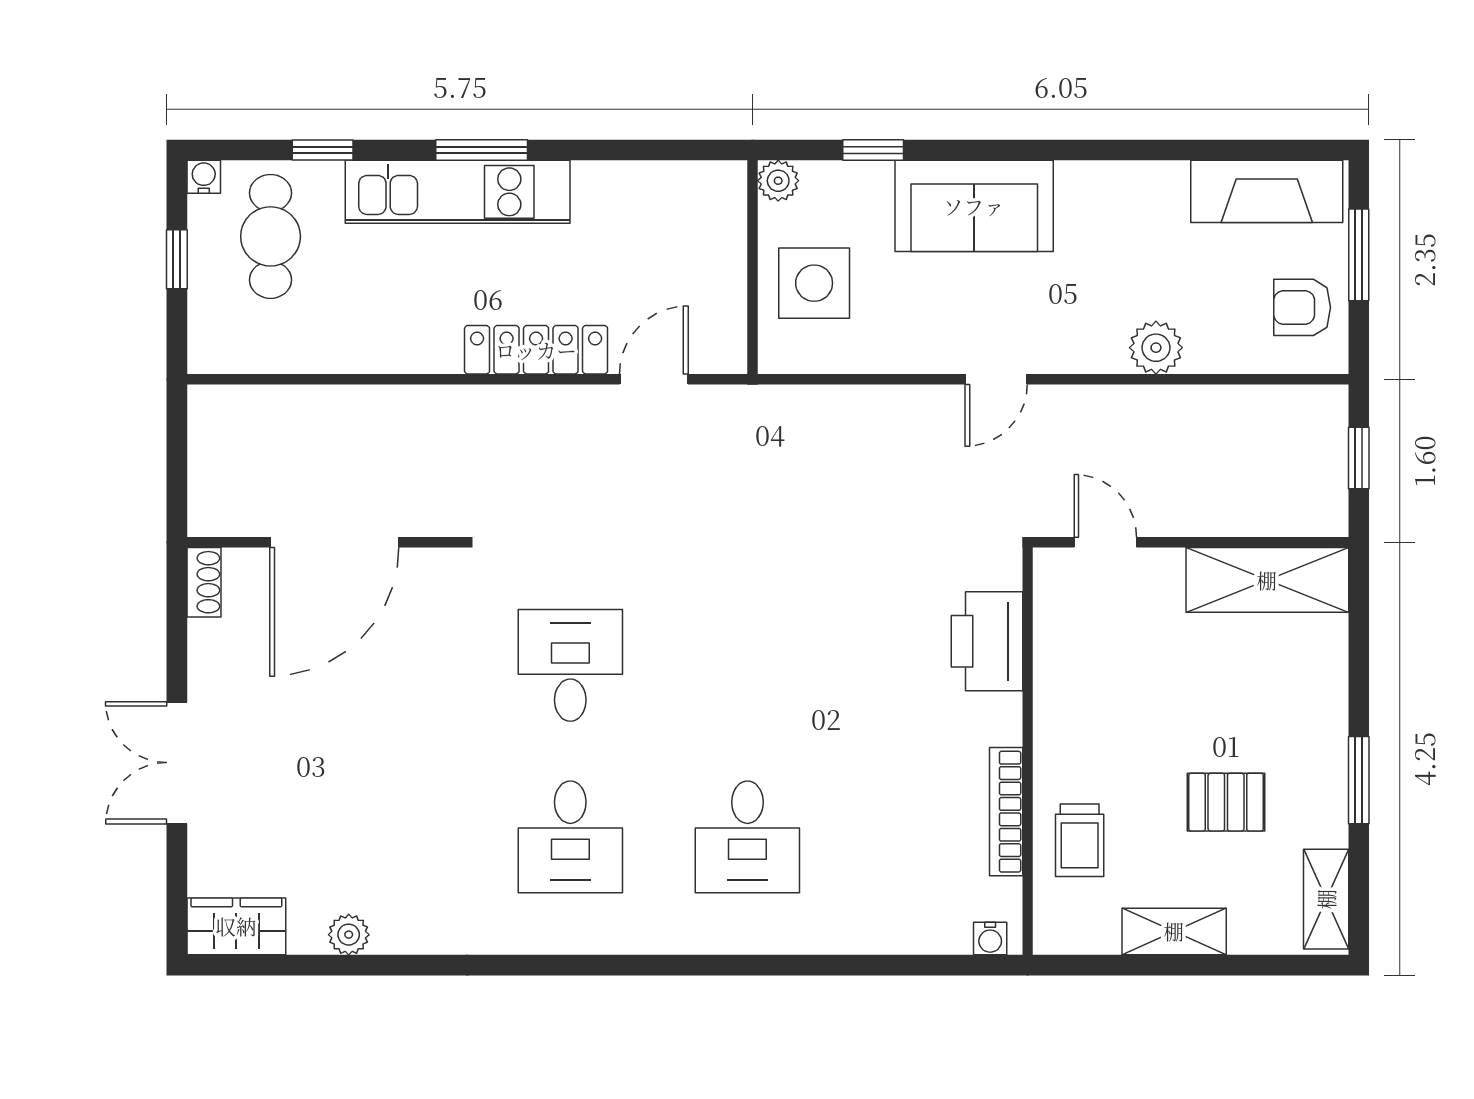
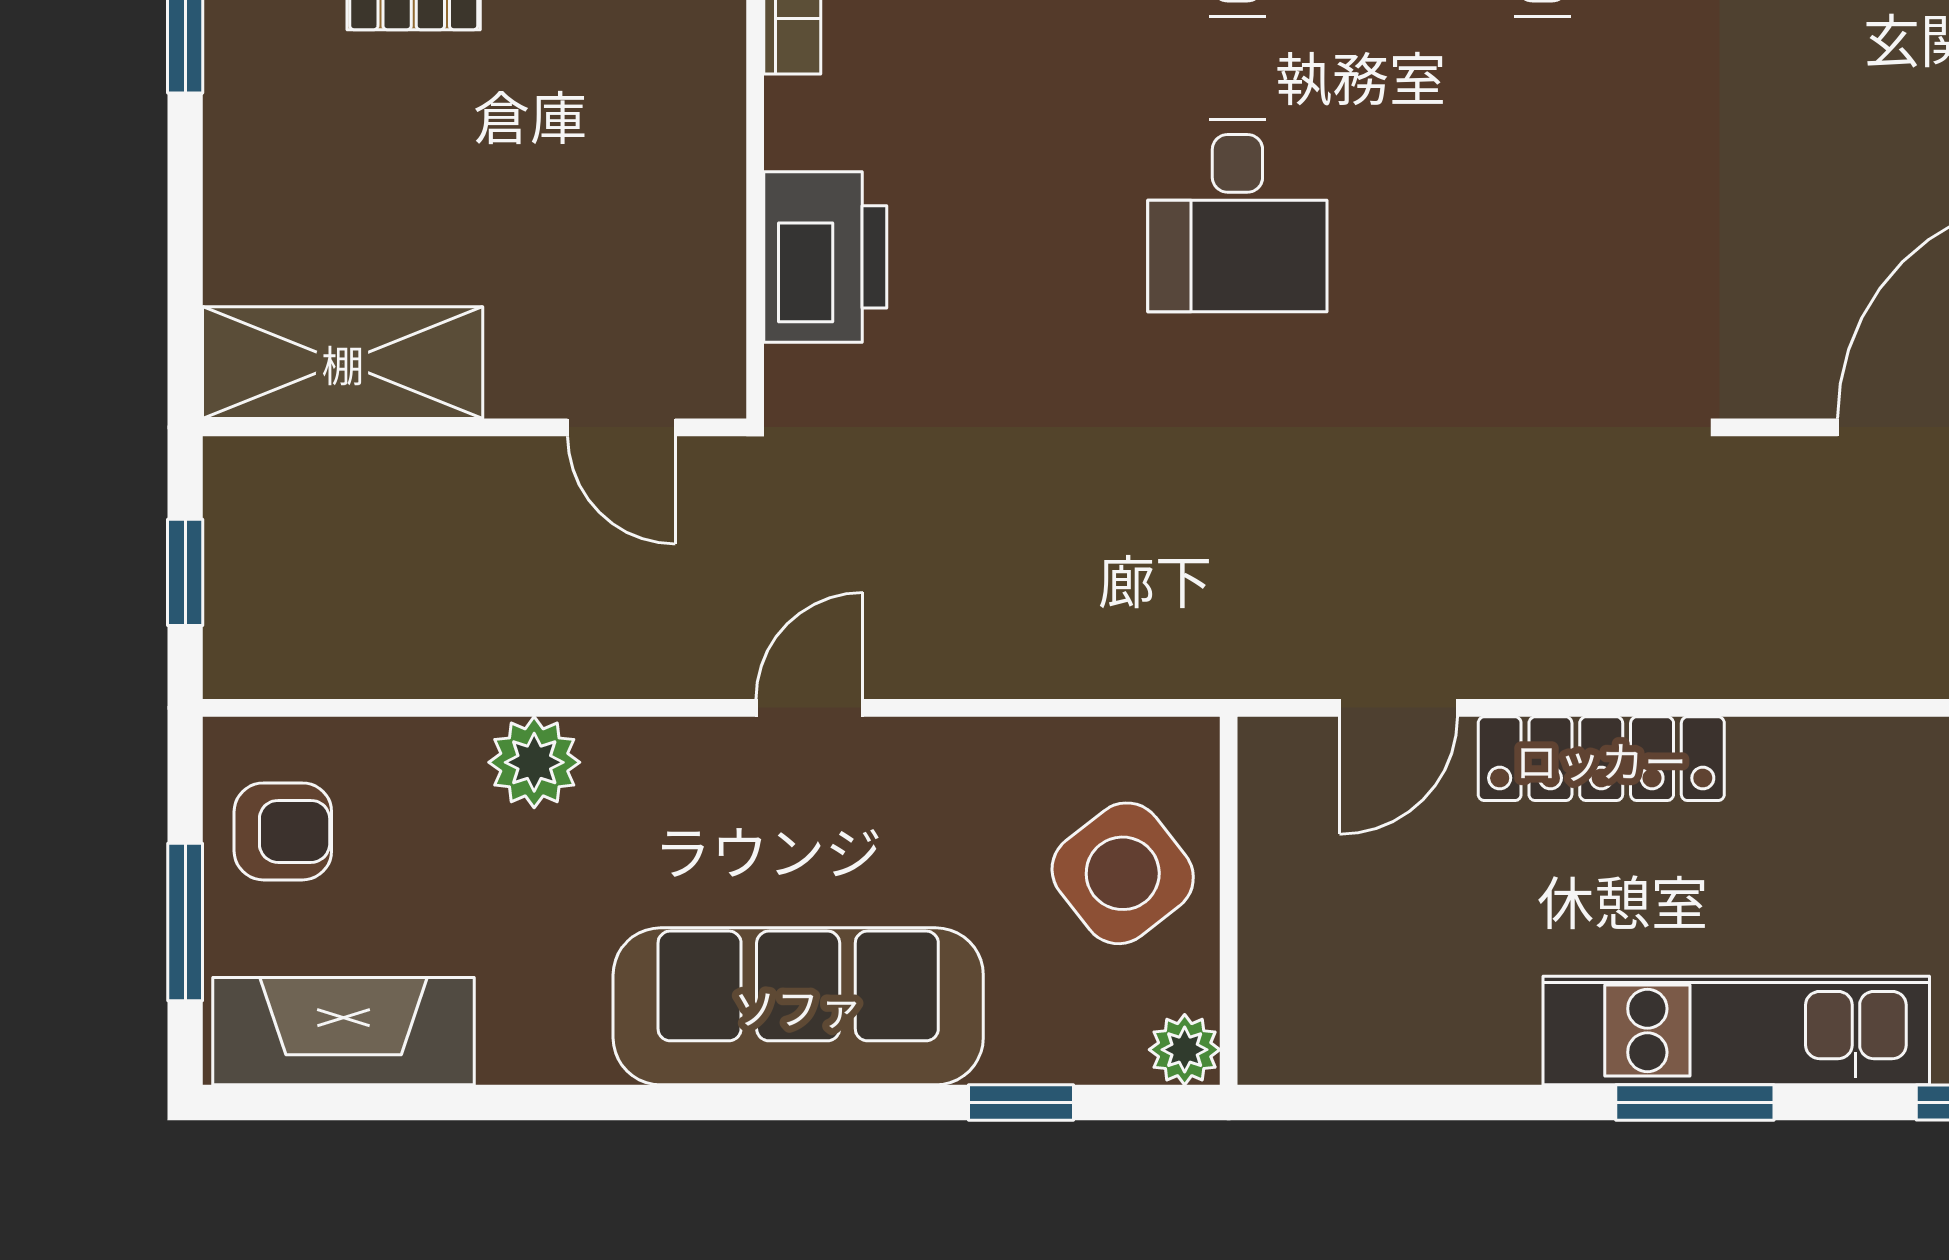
sofa: (974, 206) -> (798, 1006), width x1.36
side table: (814, 283) -> (1123, 873), turned -38
desk: (570, 665) -> (1237, 215), moved

